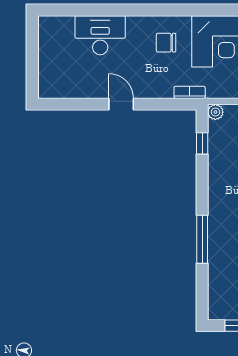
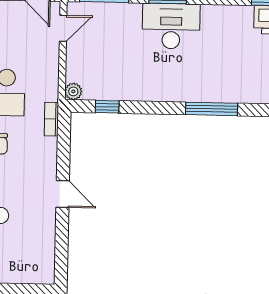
door: (121, 104) -> (63, 194), swing flipped

